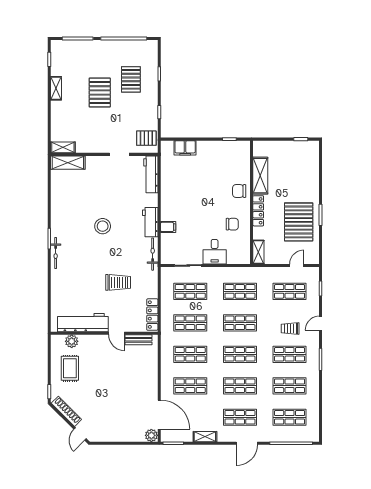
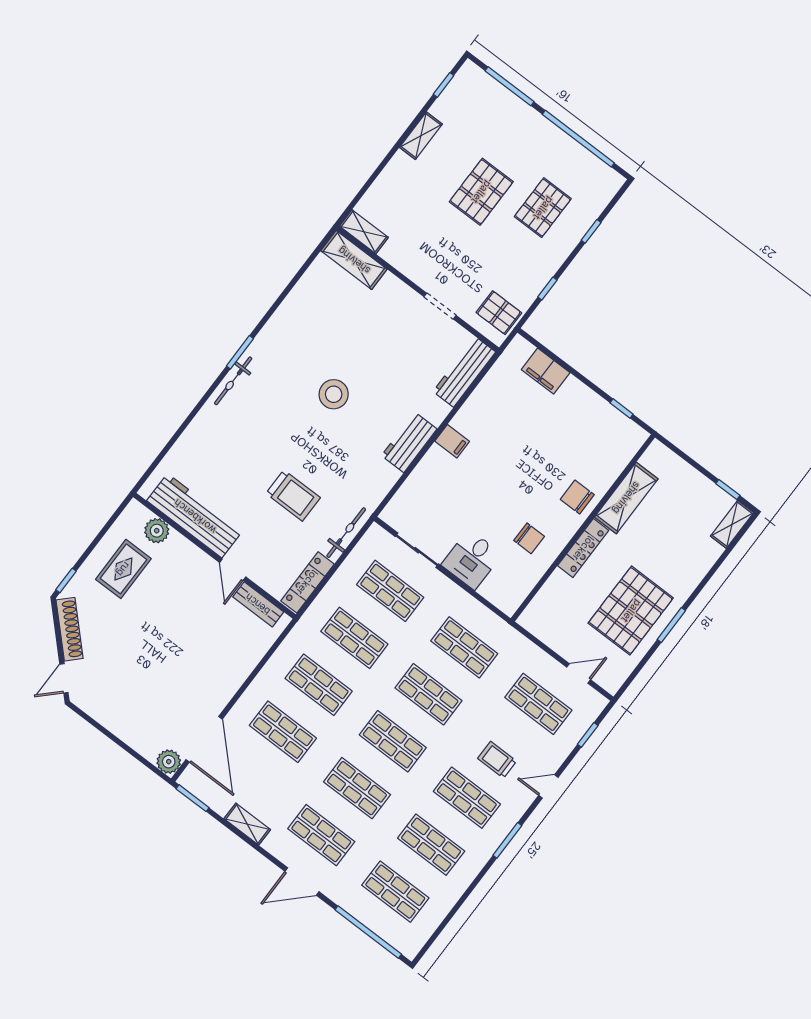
filing cabinet: (168, 227) -> (452, 441), moved
shelving: (258, 252) -> (732, 524), moved
bicycle: (153, 254) -> (346, 533), moved

